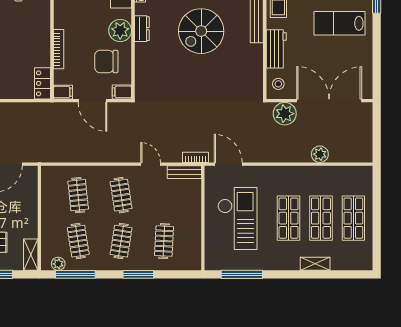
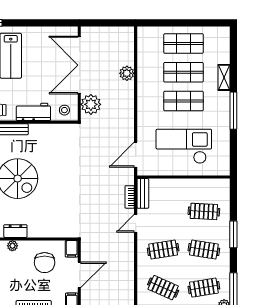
plant: (120, 31) -> (12, 246), width x0.53, depth x0.53
bookcase: (196, 157) -> (130, 197), moved
clothes rail: (78, 195) -> (163, 288), turned 30
window: (242, 274) -> (233, 111), moved

